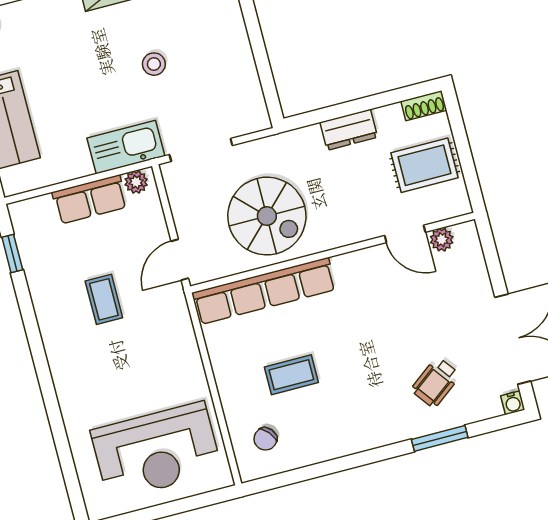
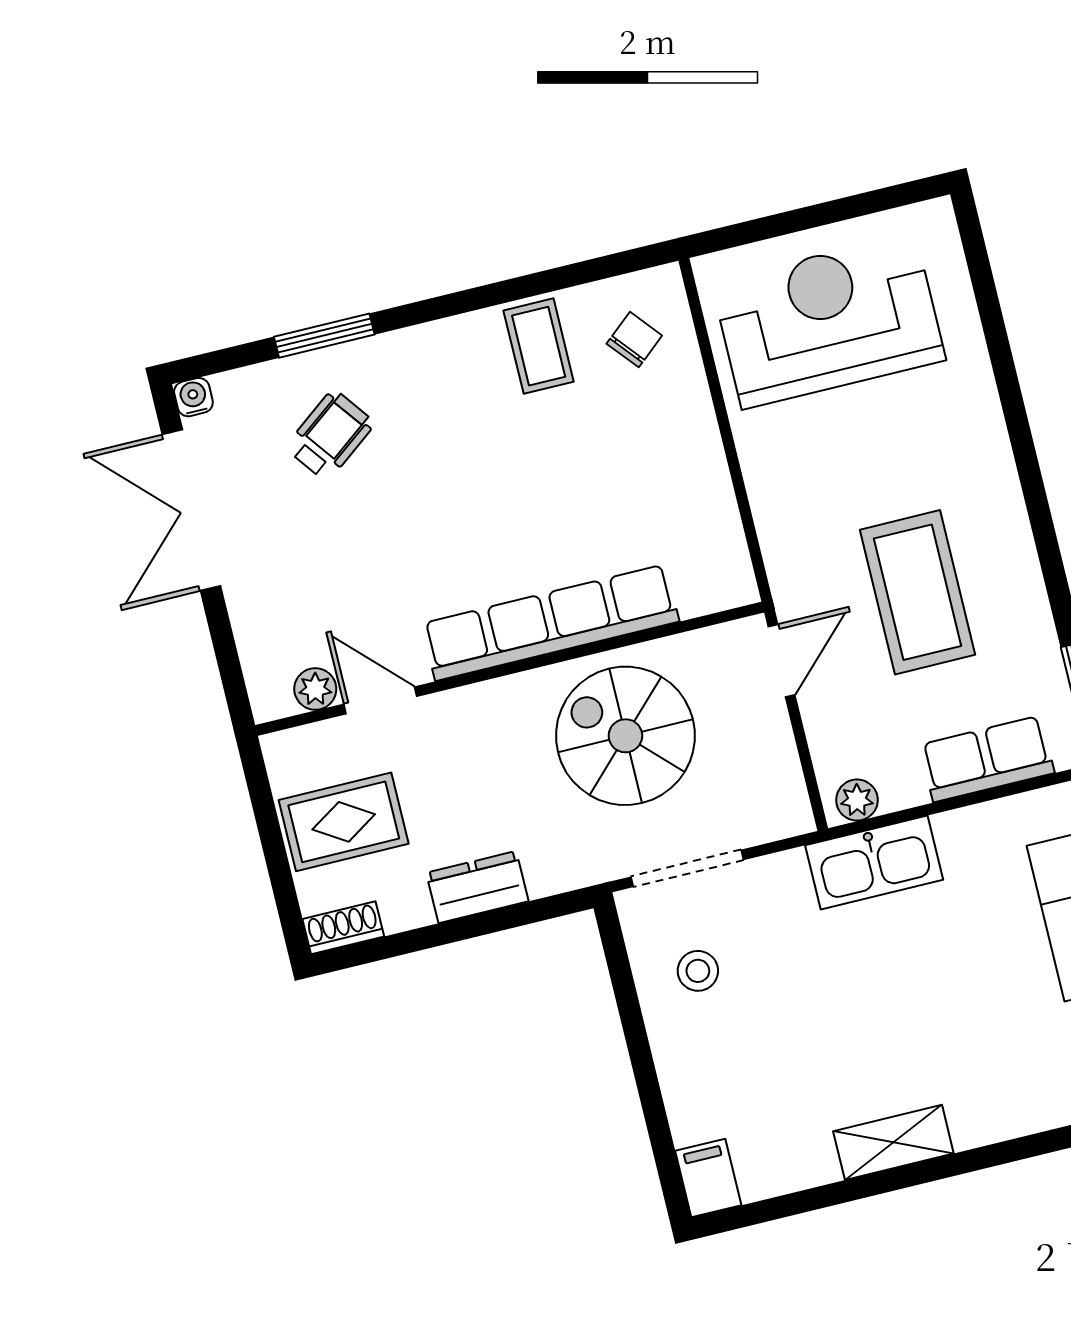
stool: (154, 64) -> (698, 971), moved
doorway: (201, 150) -> (687, 868), moved
row of seats: (90, 199) -> (987, 759), moved
row of seats: (264, 291) -> (550, 623), moved
coffee table: (104, 299) -> (918, 592), width x1.86, depth x1.72
coffee table: (291, 375) -> (539, 346), moved, turned 90

